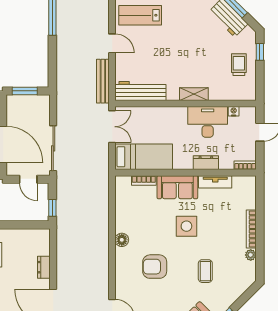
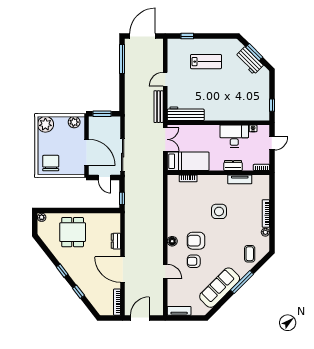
lab bench: (140, 15) -> (206, 62), moved, turned 180
door: (112, 43) -> (165, 79), swing flipped
window: (260, 52) -> (272, 105), moved
trolley: (239, 65) -> (257, 95), removed
shelving: (194, 94) -> (224, 116), removed
sofa: (177, 187) -> (212, 183), removed
floor lamp: (122, 240) -> (172, 241), moved
coffee table: (205, 271) -> (250, 254), moved
armchair: (151, 295) -> (194, 261), added

